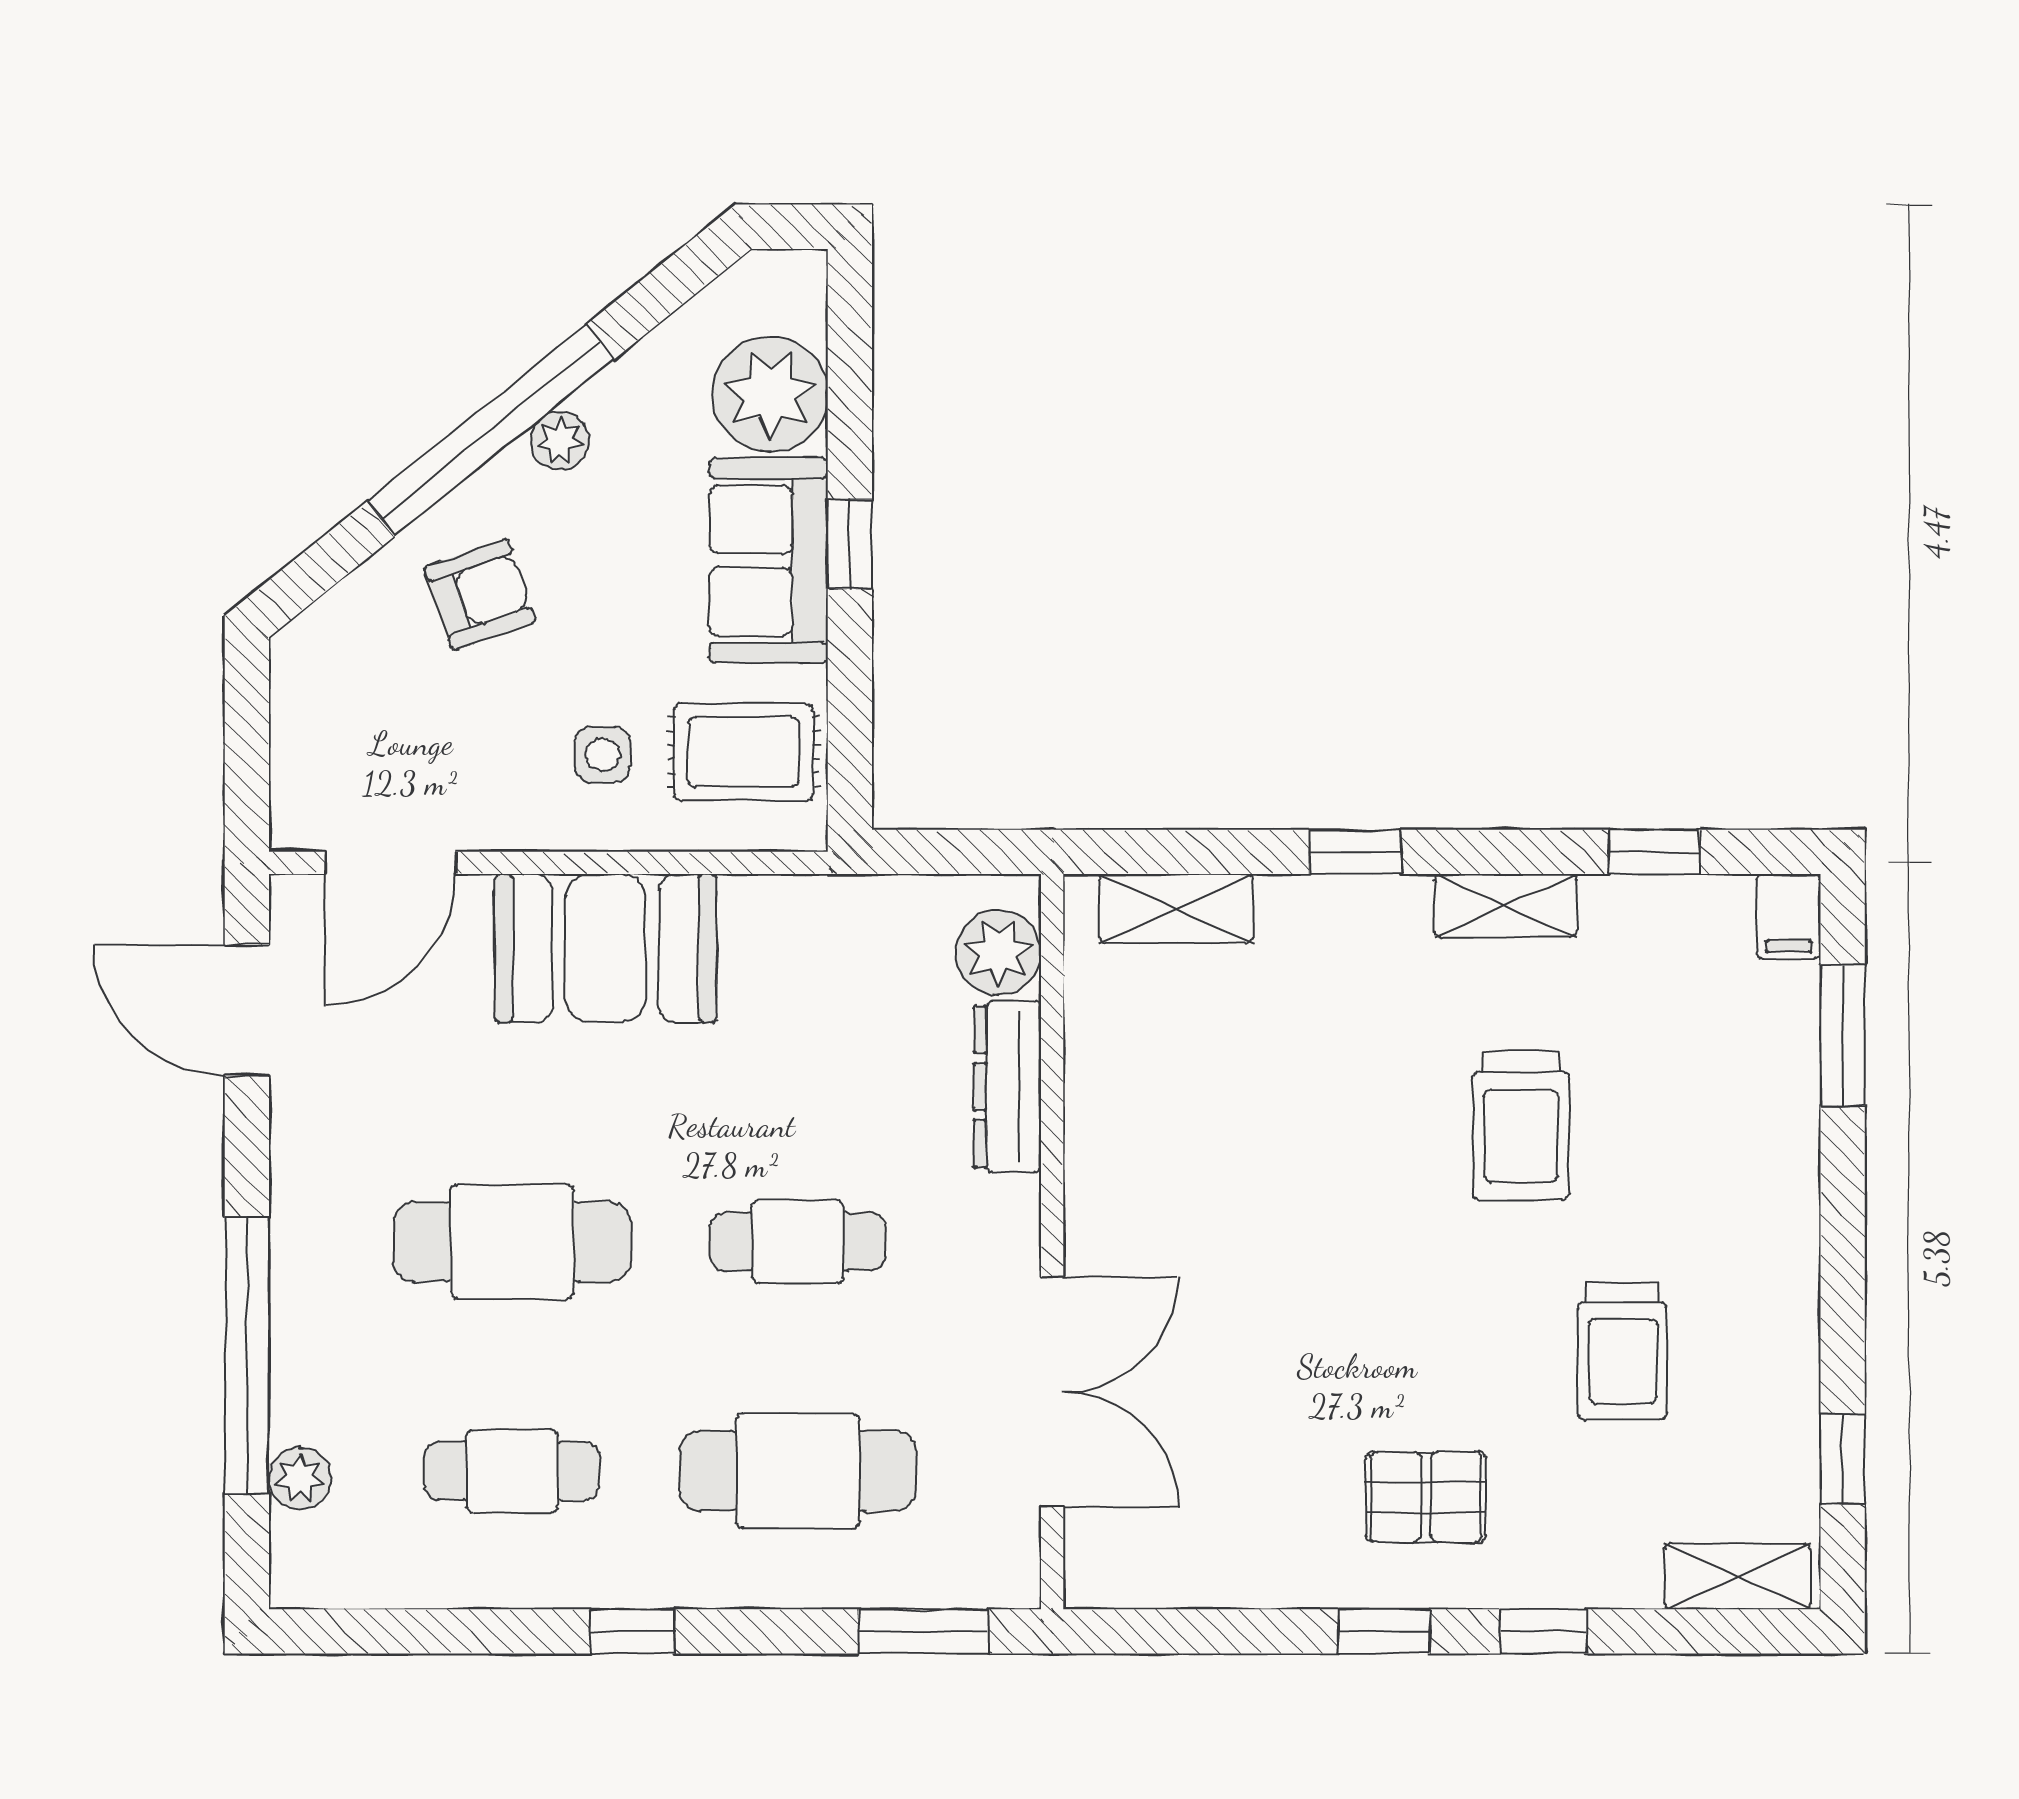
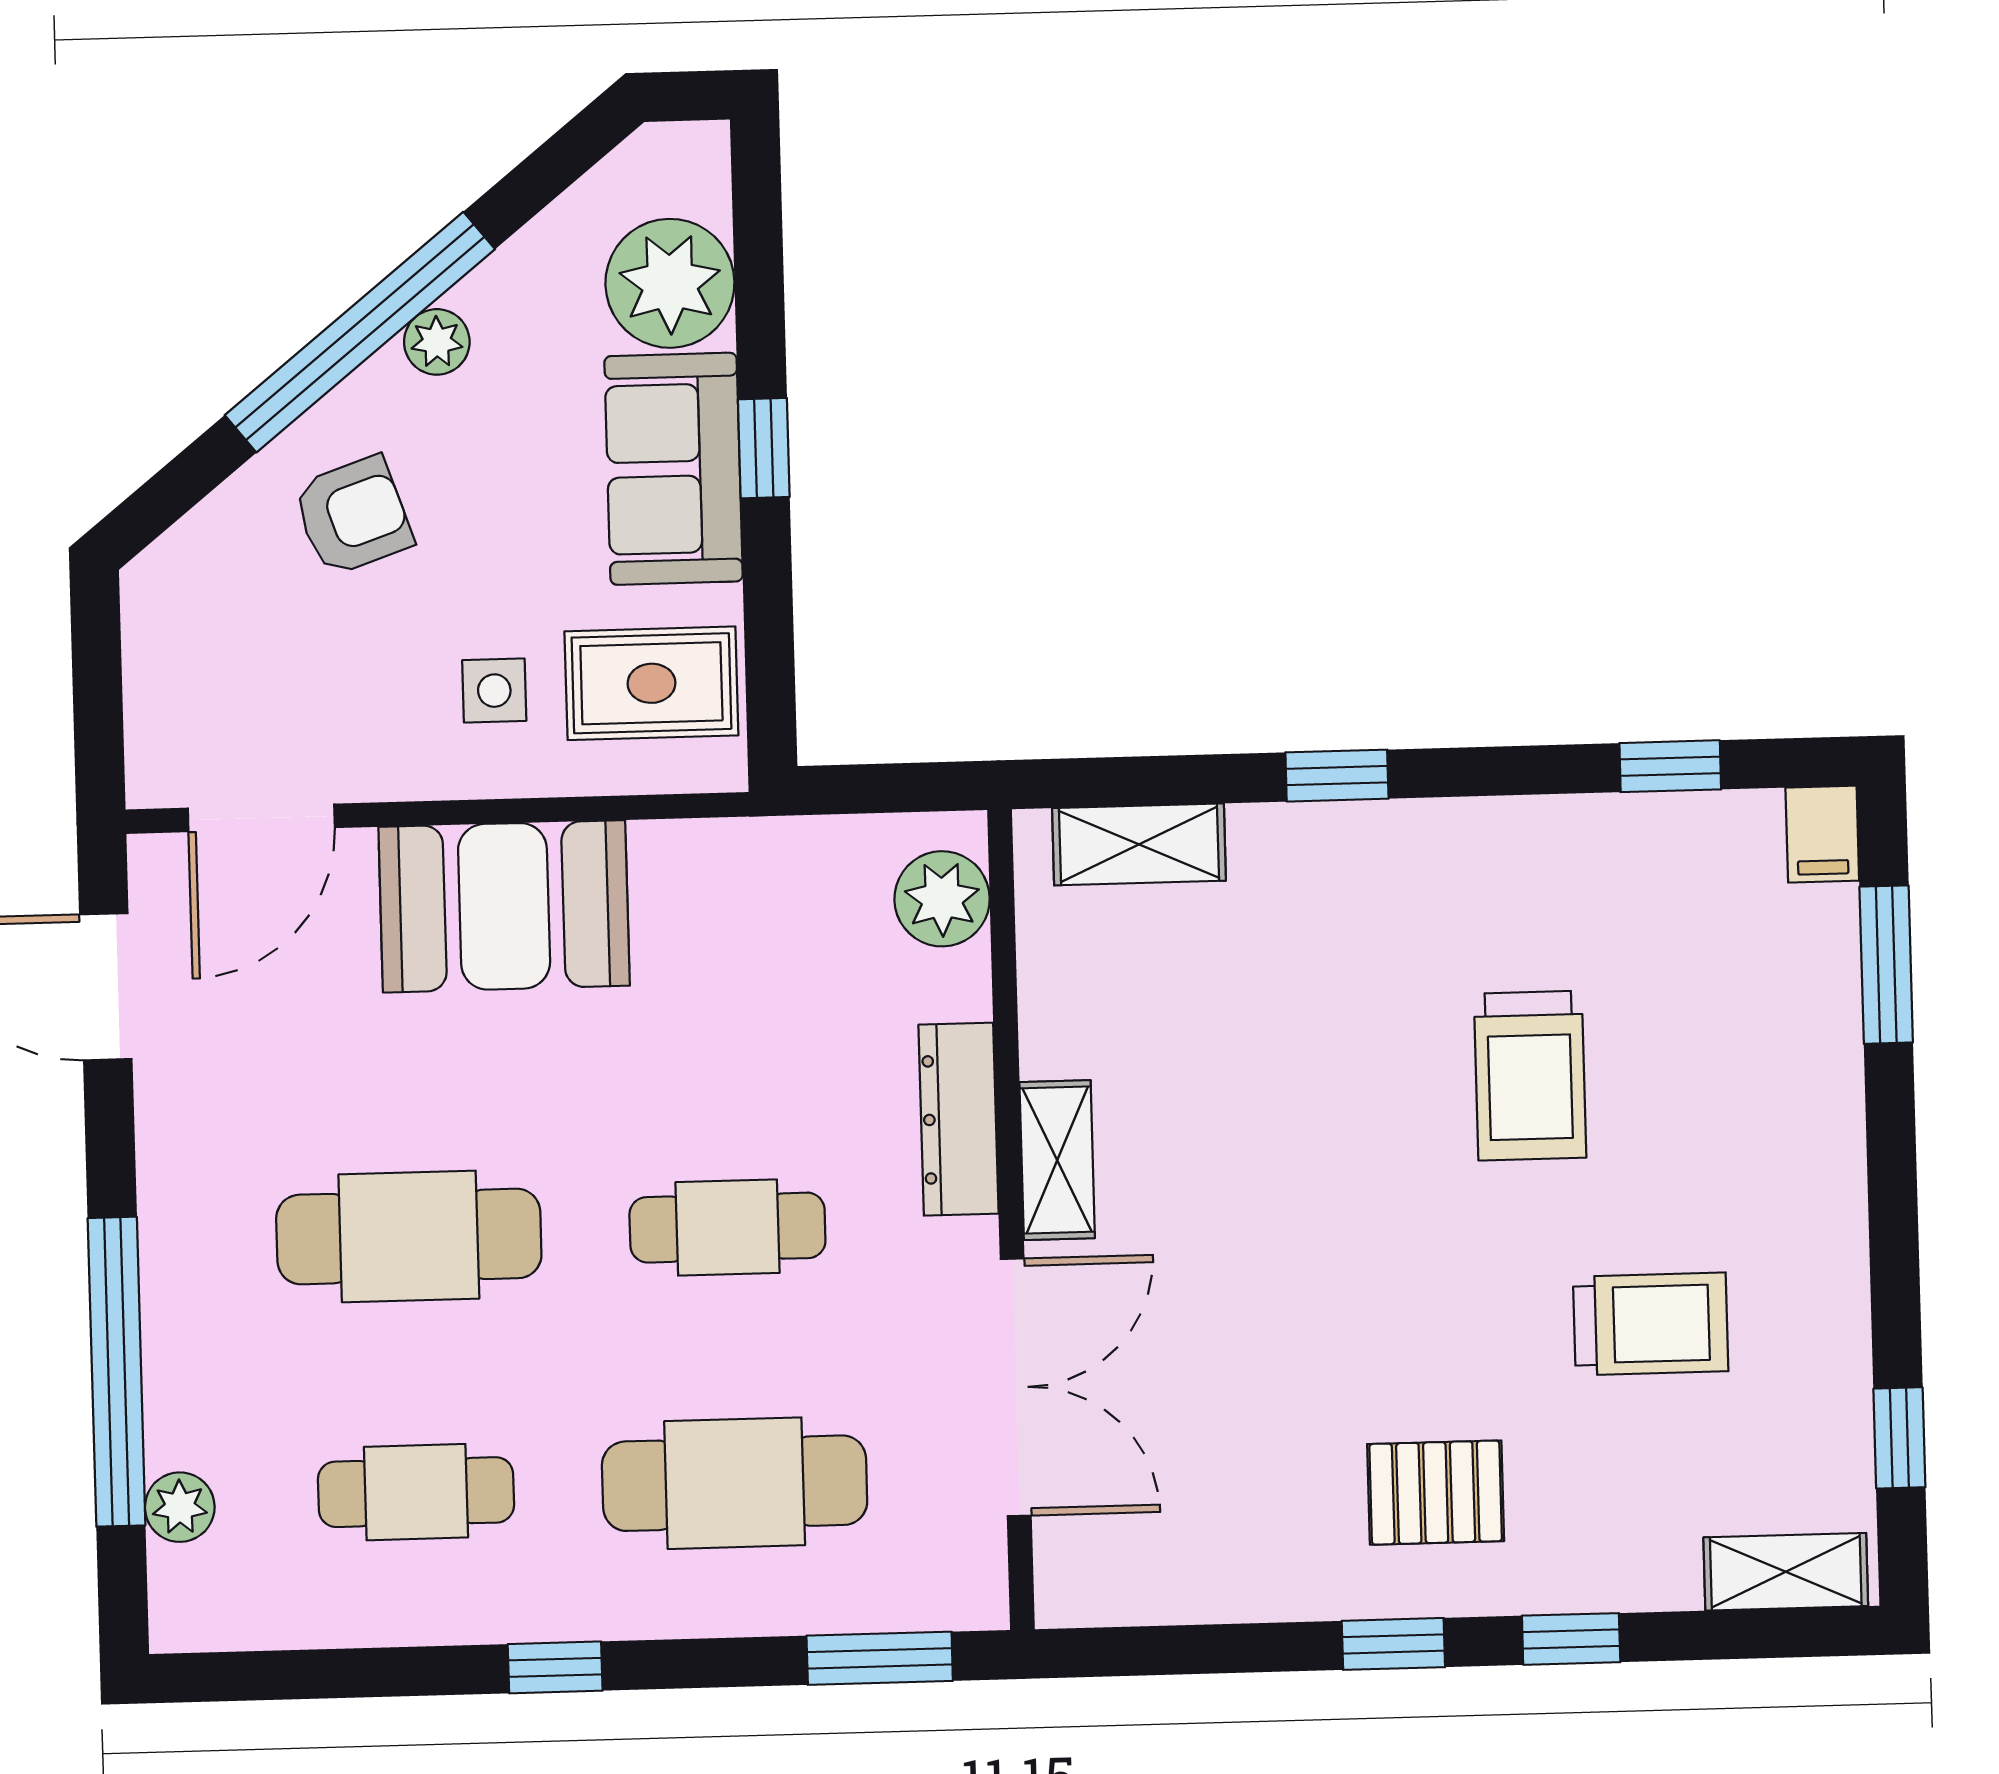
shelving: (1506, 906) -> (1057, 1160), moved, turned 90
dresser: (1008, 1087) -> (959, 1119), moved
trolley: (1623, 1351) -> (1651, 1324), turned -90

